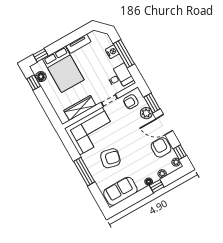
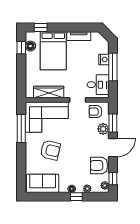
door: (164, 125) -> (113, 148), swing flipped
armchair: (161, 147) -> (99, 165), turned -90
window: (84, 172) -> (21, 128), moved

